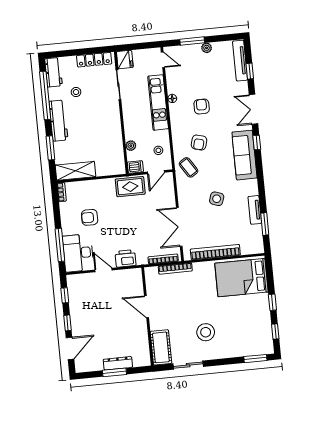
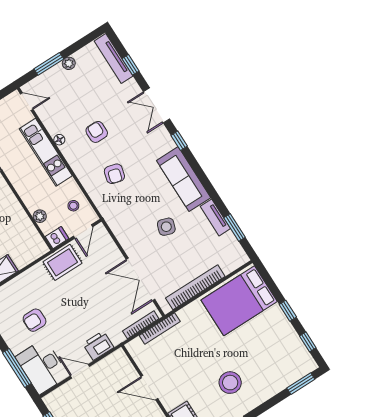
sofa: (244, 155) -> (184, 179), moved
coffee table: (189, 167) -> (117, 208), removed

